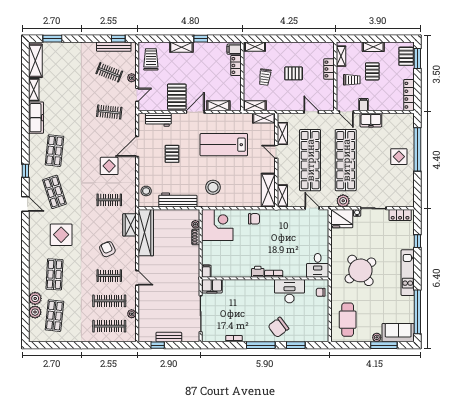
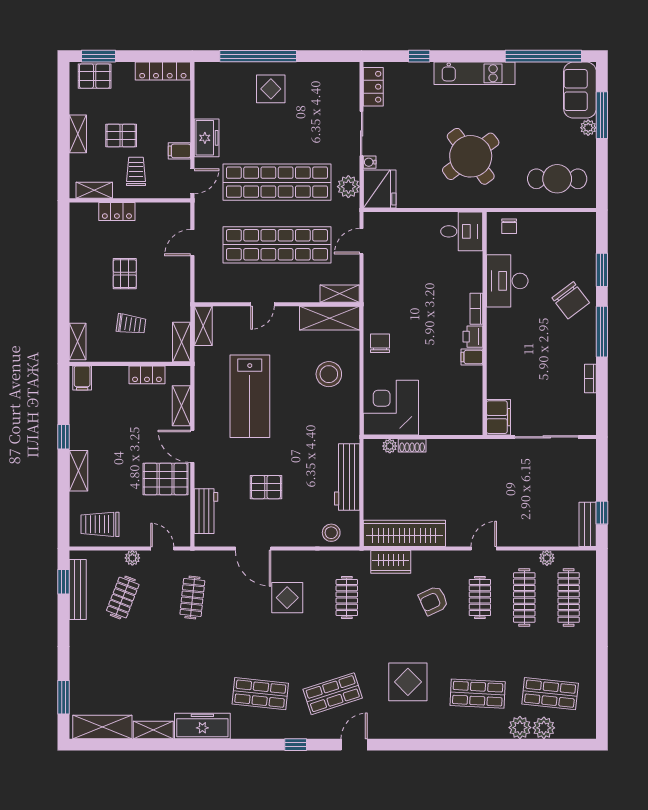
locker: (236, 65) -> (147, 375), moved
shelving: (282, 133) -> (230, 293), removed
stool: (213, 187) -> (329, 374), moved
filing cabinet: (206, 271) -> (472, 357), moved
bench: (169, 337) -> (588, 524), moved

